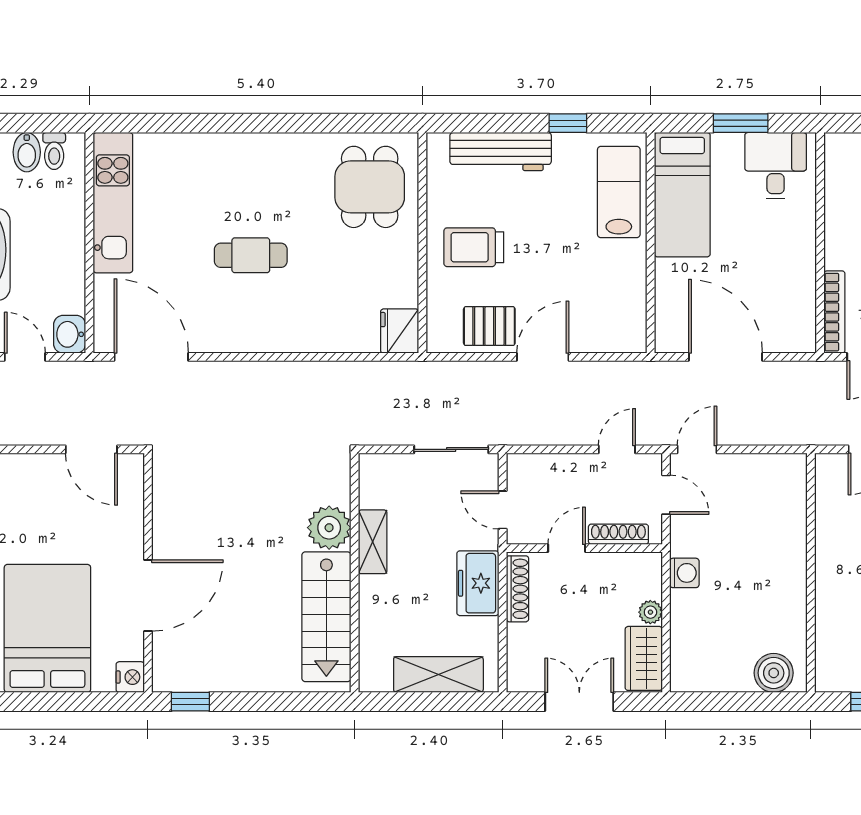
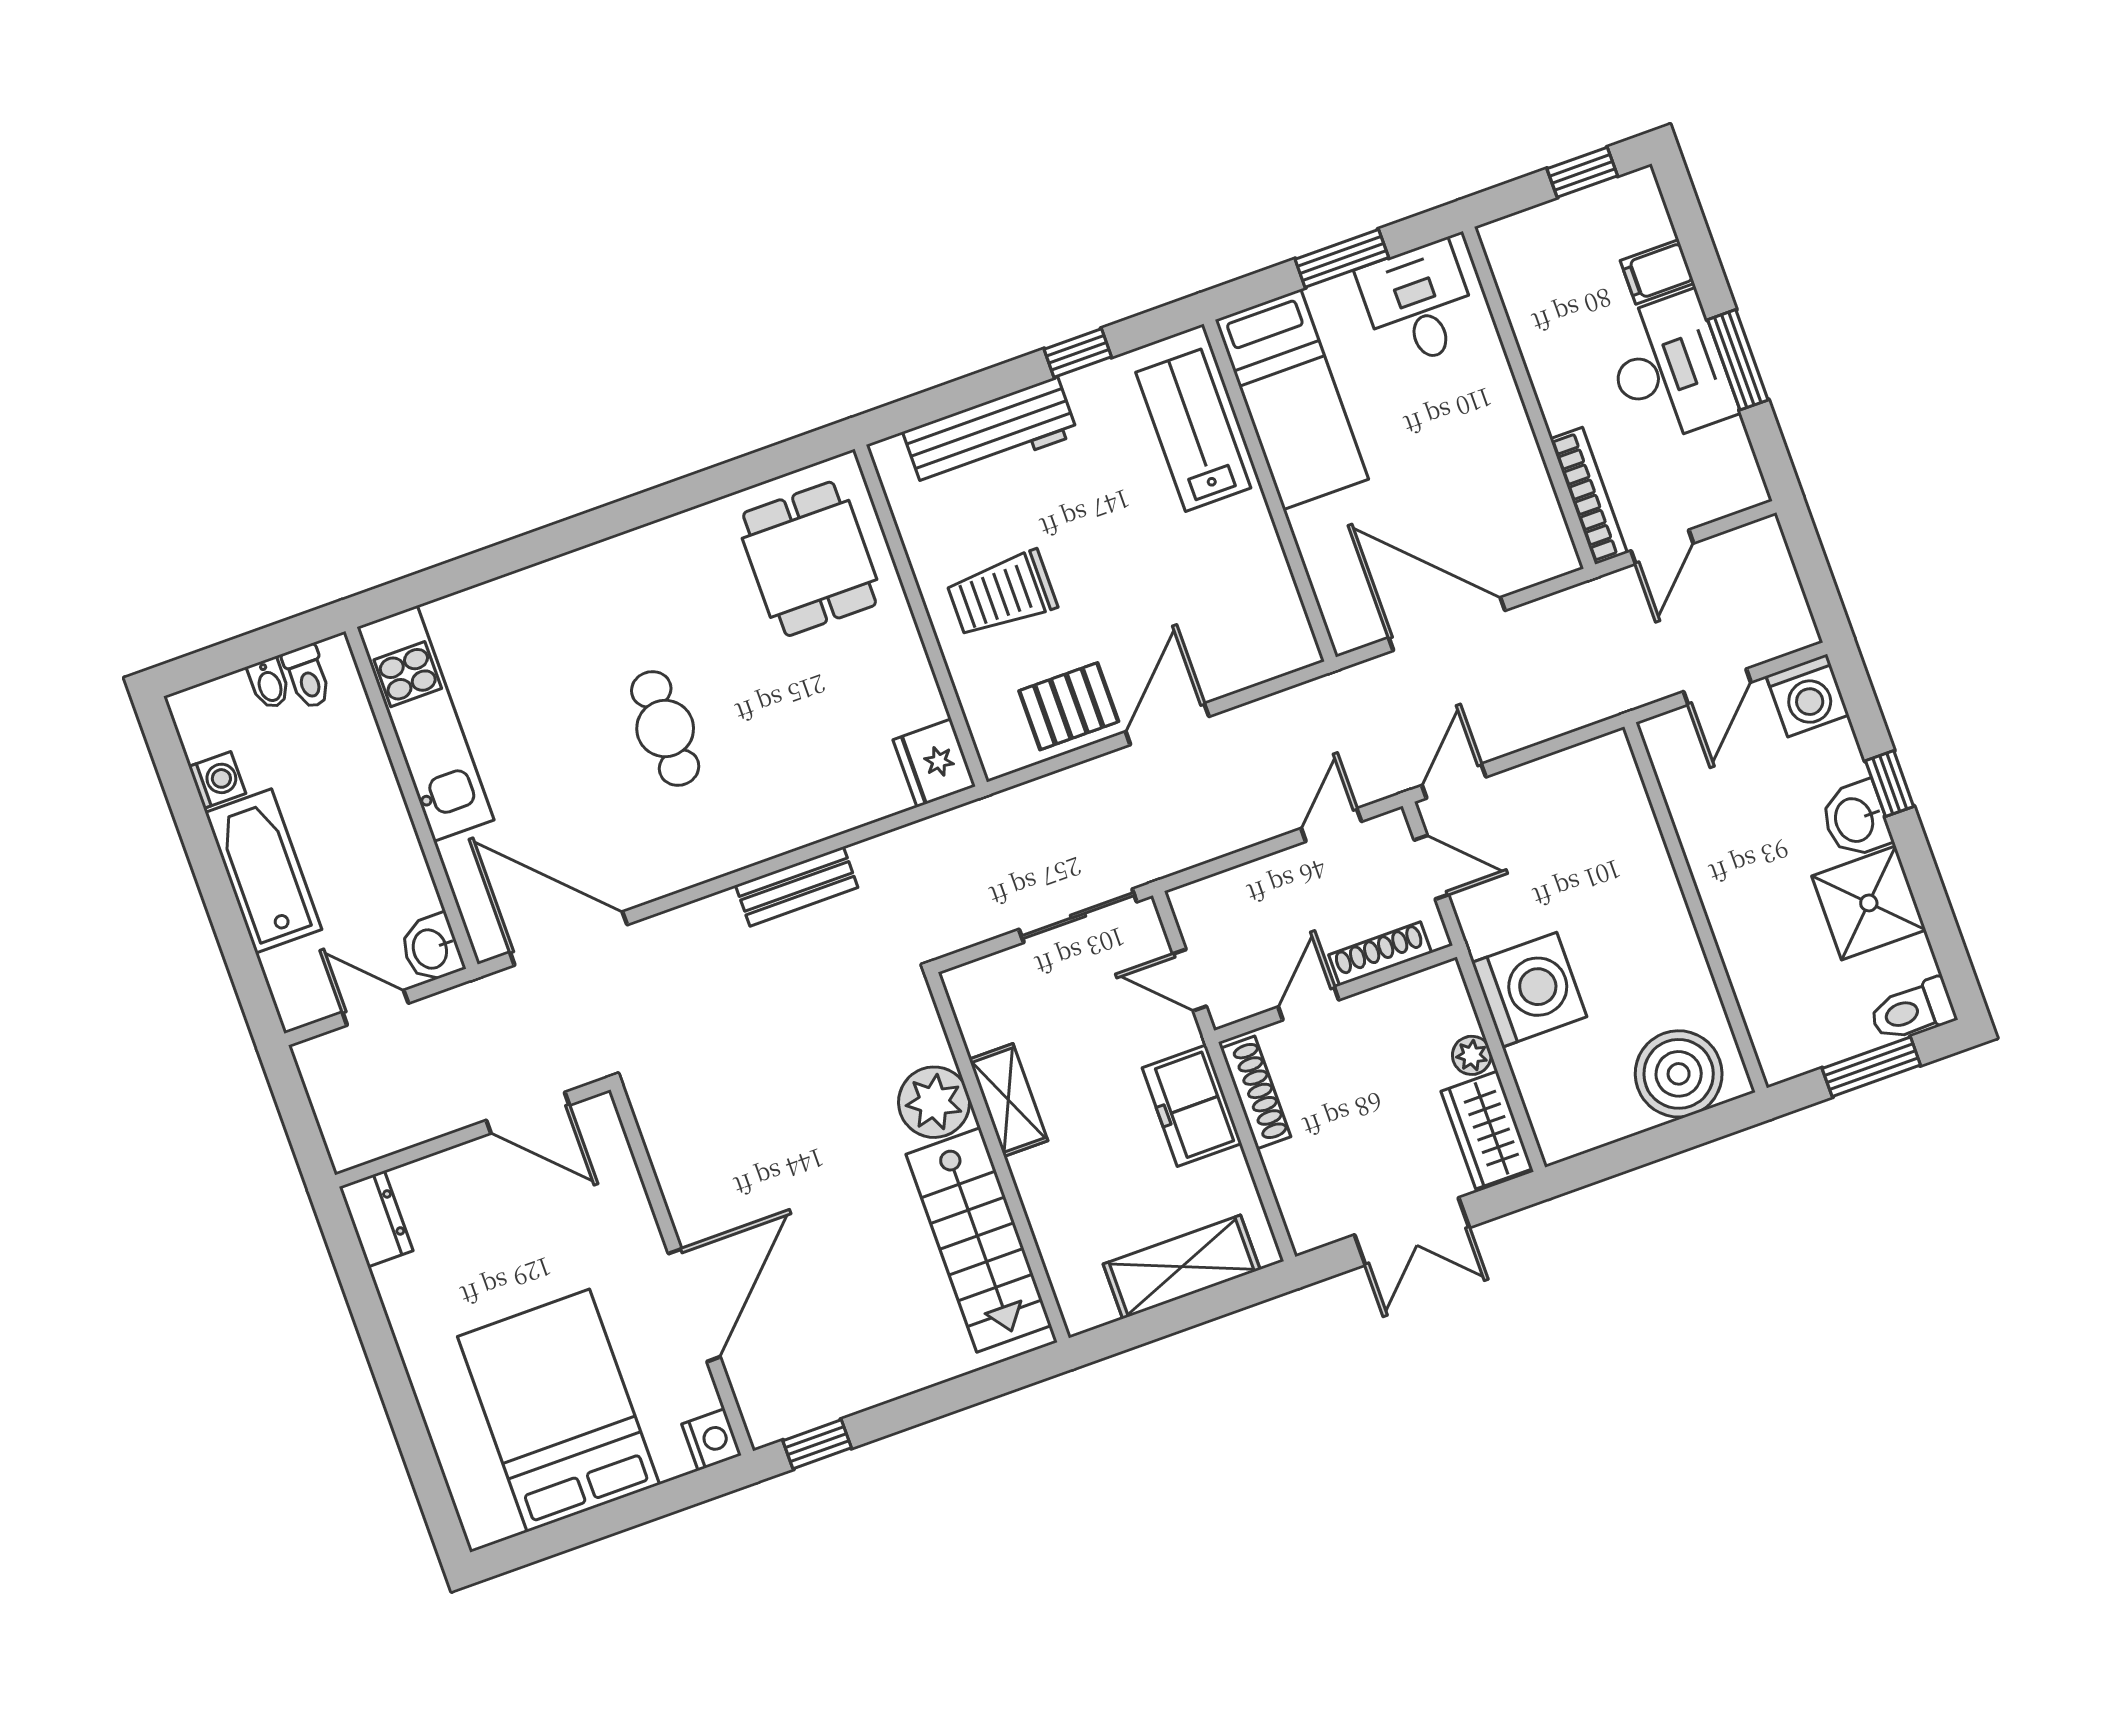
bidet: (27, 152) -> (269, 683), width x0.72, depth x0.74
cafe table: (251, 255) -> (665, 728), turned 90
bench: (294, 374) -> (797, 886), added
washing machine: (684, 573) -> (1529, 990), width x1.89, depth x1.89
boiler: (774, 673) -> (1679, 1074), width x1.37, depth x1.37
double door: (579, 702) -> (1412, 1231), swing flipped

